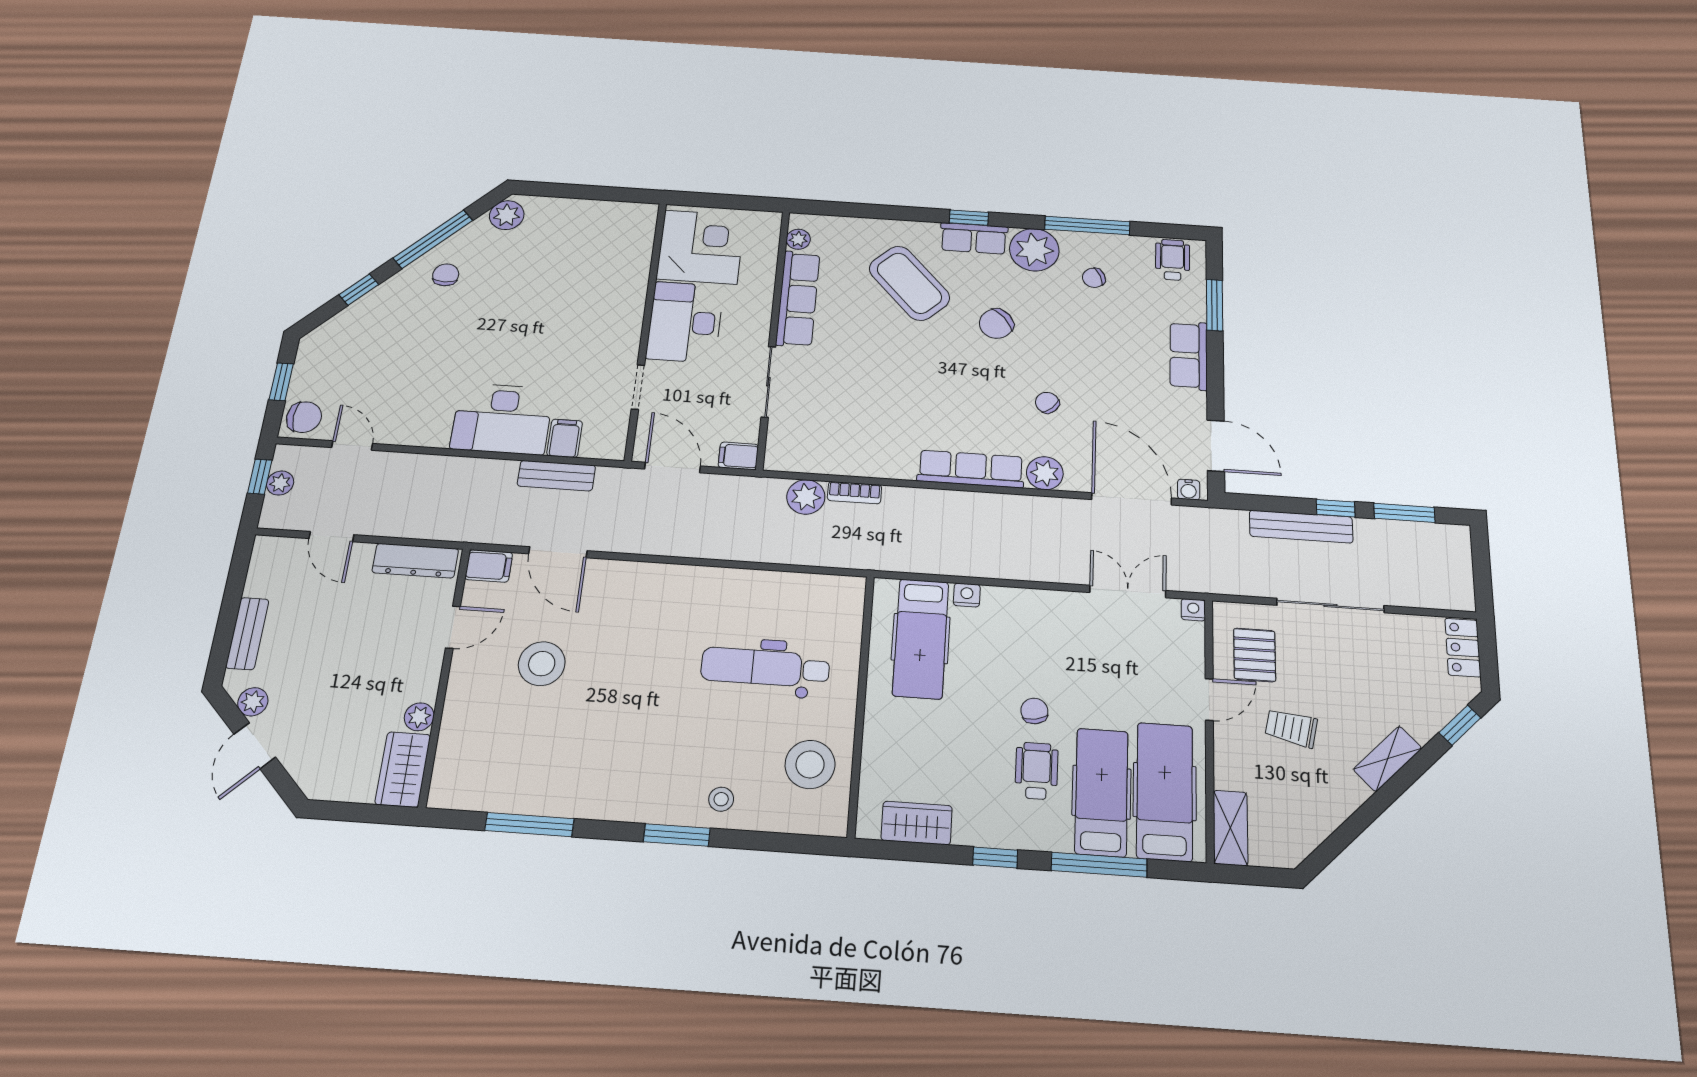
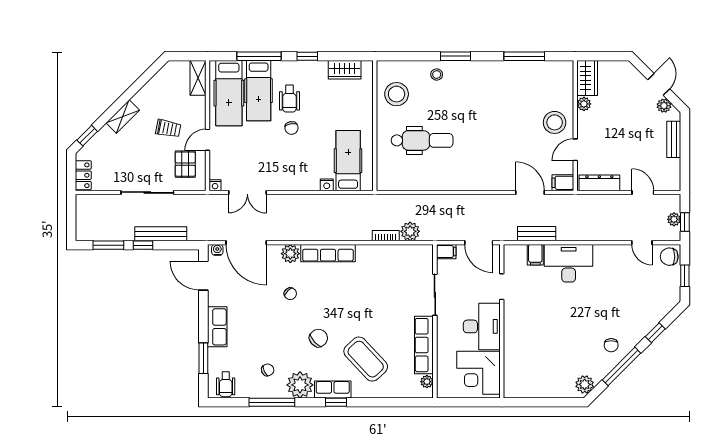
stool: (542, 664) -> (555, 122), moved

